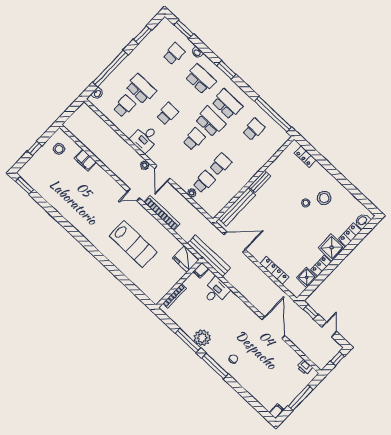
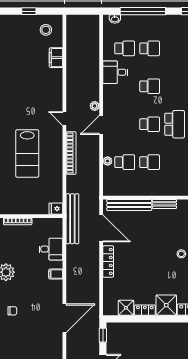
school desk: (141, 89) -> (150, 48), width x0.54
desk: (145, 138) -> (115, 72), moved
fridge: (186, 259) -> (56, 209), width x0.53, depth x0.75
filing cabinet: (201, 270) -> (56, 274), moved
locker: (274, 270) -> (108, 261), moved

